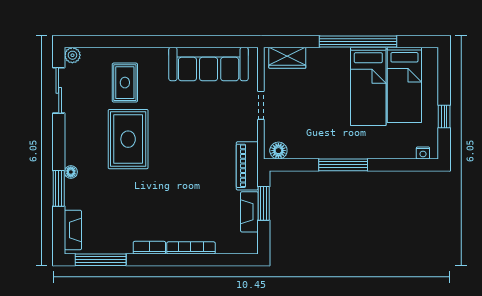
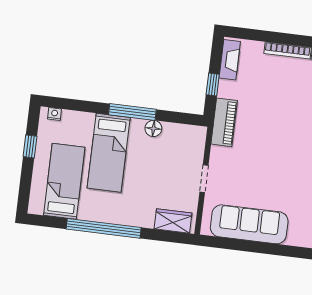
bed: (368, 86) -> (109, 153), moved, turned 180
floor lamp: (278, 151) -> (153, 128), moved
window: (264, 203) -> (213, 84), width x0.67
fireplace: (249, 212) -> (230, 60), moved

